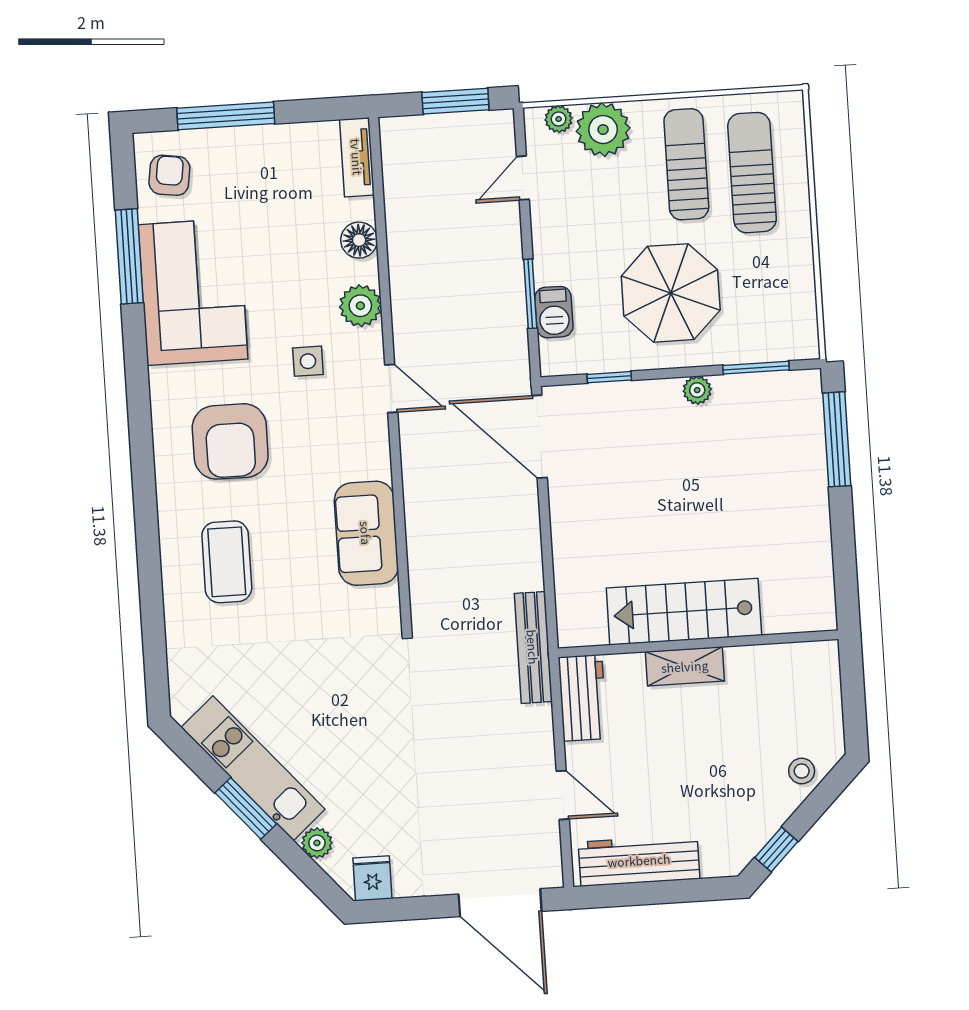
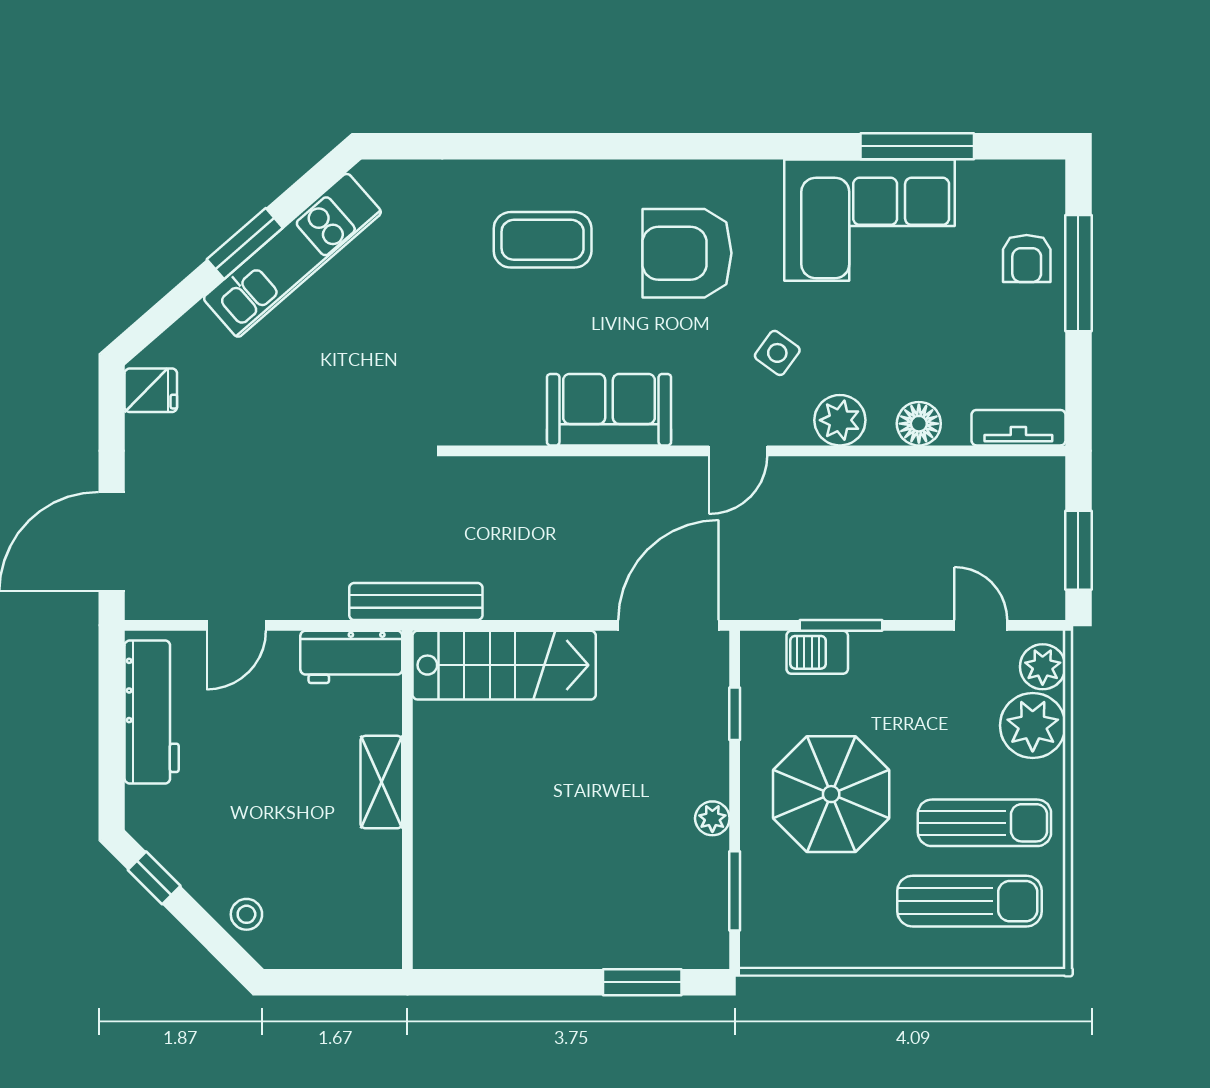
plant: (559, 119) -> (1043, 667), width x1.38, depth x1.38
armchair: (169, 175) -> (1027, 258), moved, turned 82
side table: (308, 361) -> (777, 353), turned 36
window: (837, 439) -> (642, 982), width x0.69
sofa: (366, 533) -> (609, 410), moved
stairs: (684, 612) -> (504, 665), moved, turned 90
plant: (317, 843) -> (198, 326), removed

